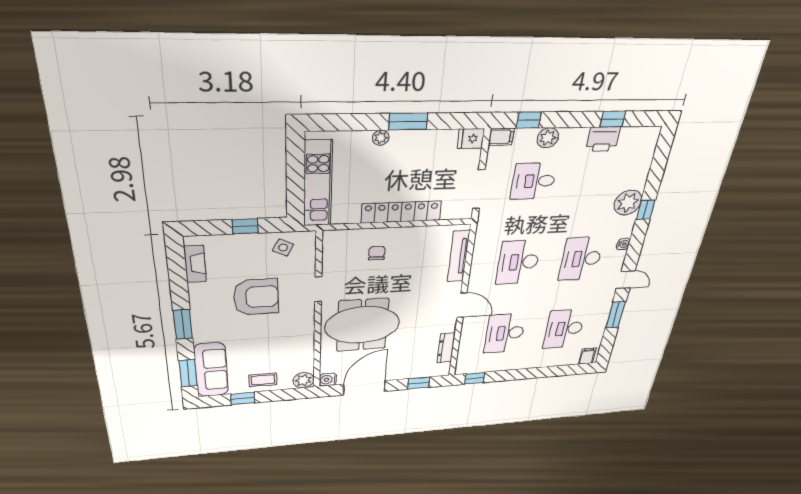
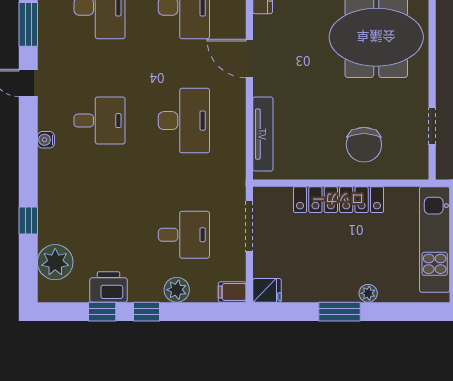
window: (529, 120) -> (147, 312), moved
plant: (628, 203) -> (55, 262), moved
window: (646, 210) -> (28, 220), moved
chair: (377, 253) -> (364, 145), width x1.87, depth x1.87
desk: (581, 259) -> (99, 121), width x0.73
doorway: (318, 289) -> (432, 126), moved

